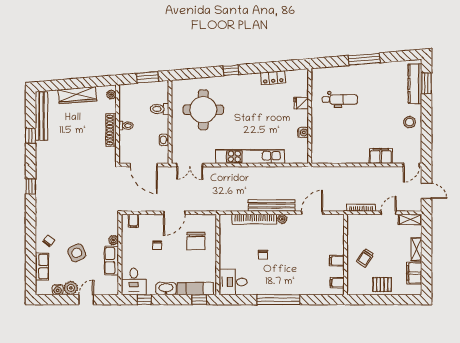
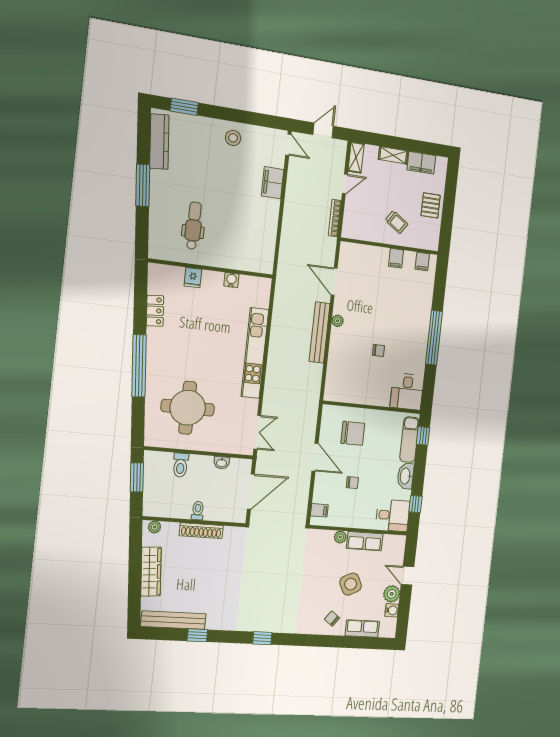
window: (231, 70) -> (139, 366), width x3.17
kitchen counter: (415, 84) -> (159, 142), moved, turned -95
door: (389, 213) -> (345, 184), swing flipped
bookcase: (254, 219) -> (334, 357), removed

